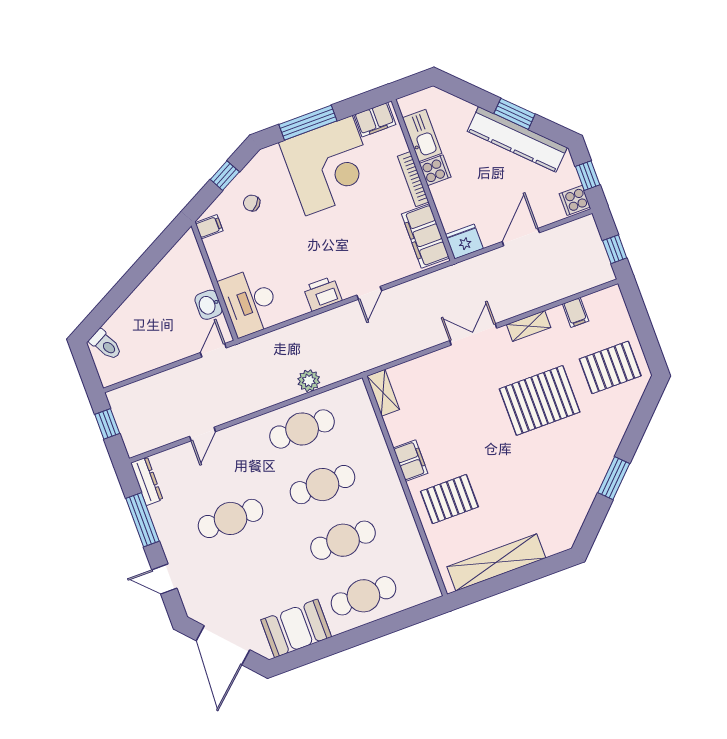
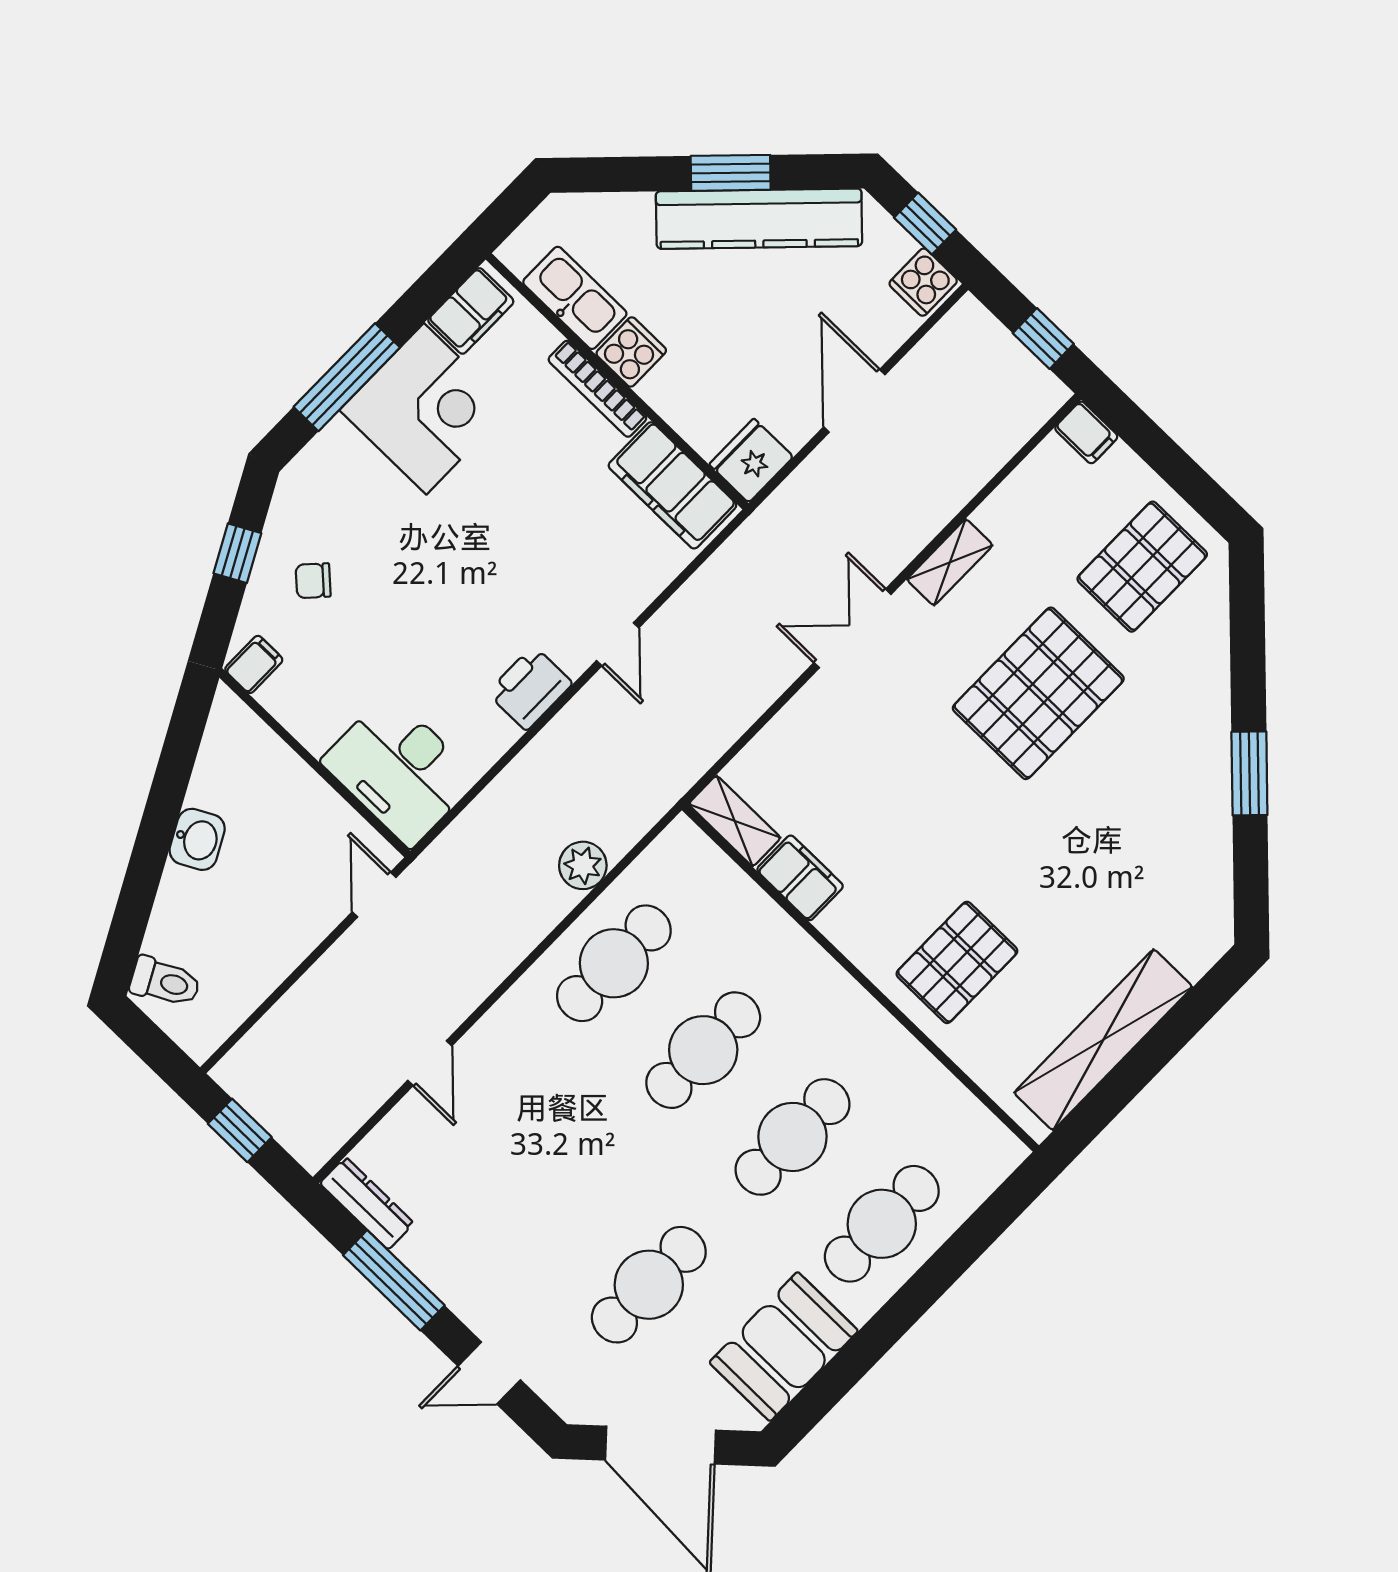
corner desk: (329, 166) -> (425, 409), width x0.74, depth x0.74
washbasin: (209, 305) -> (197, 839), moved, turned -118
filing cabinet: (576, 312) -> (1086, 432), moved
filing cabinet: (410, 461) -> (800, 878), moved
cafe table: (231, 518) -> (649, 1285), moved

